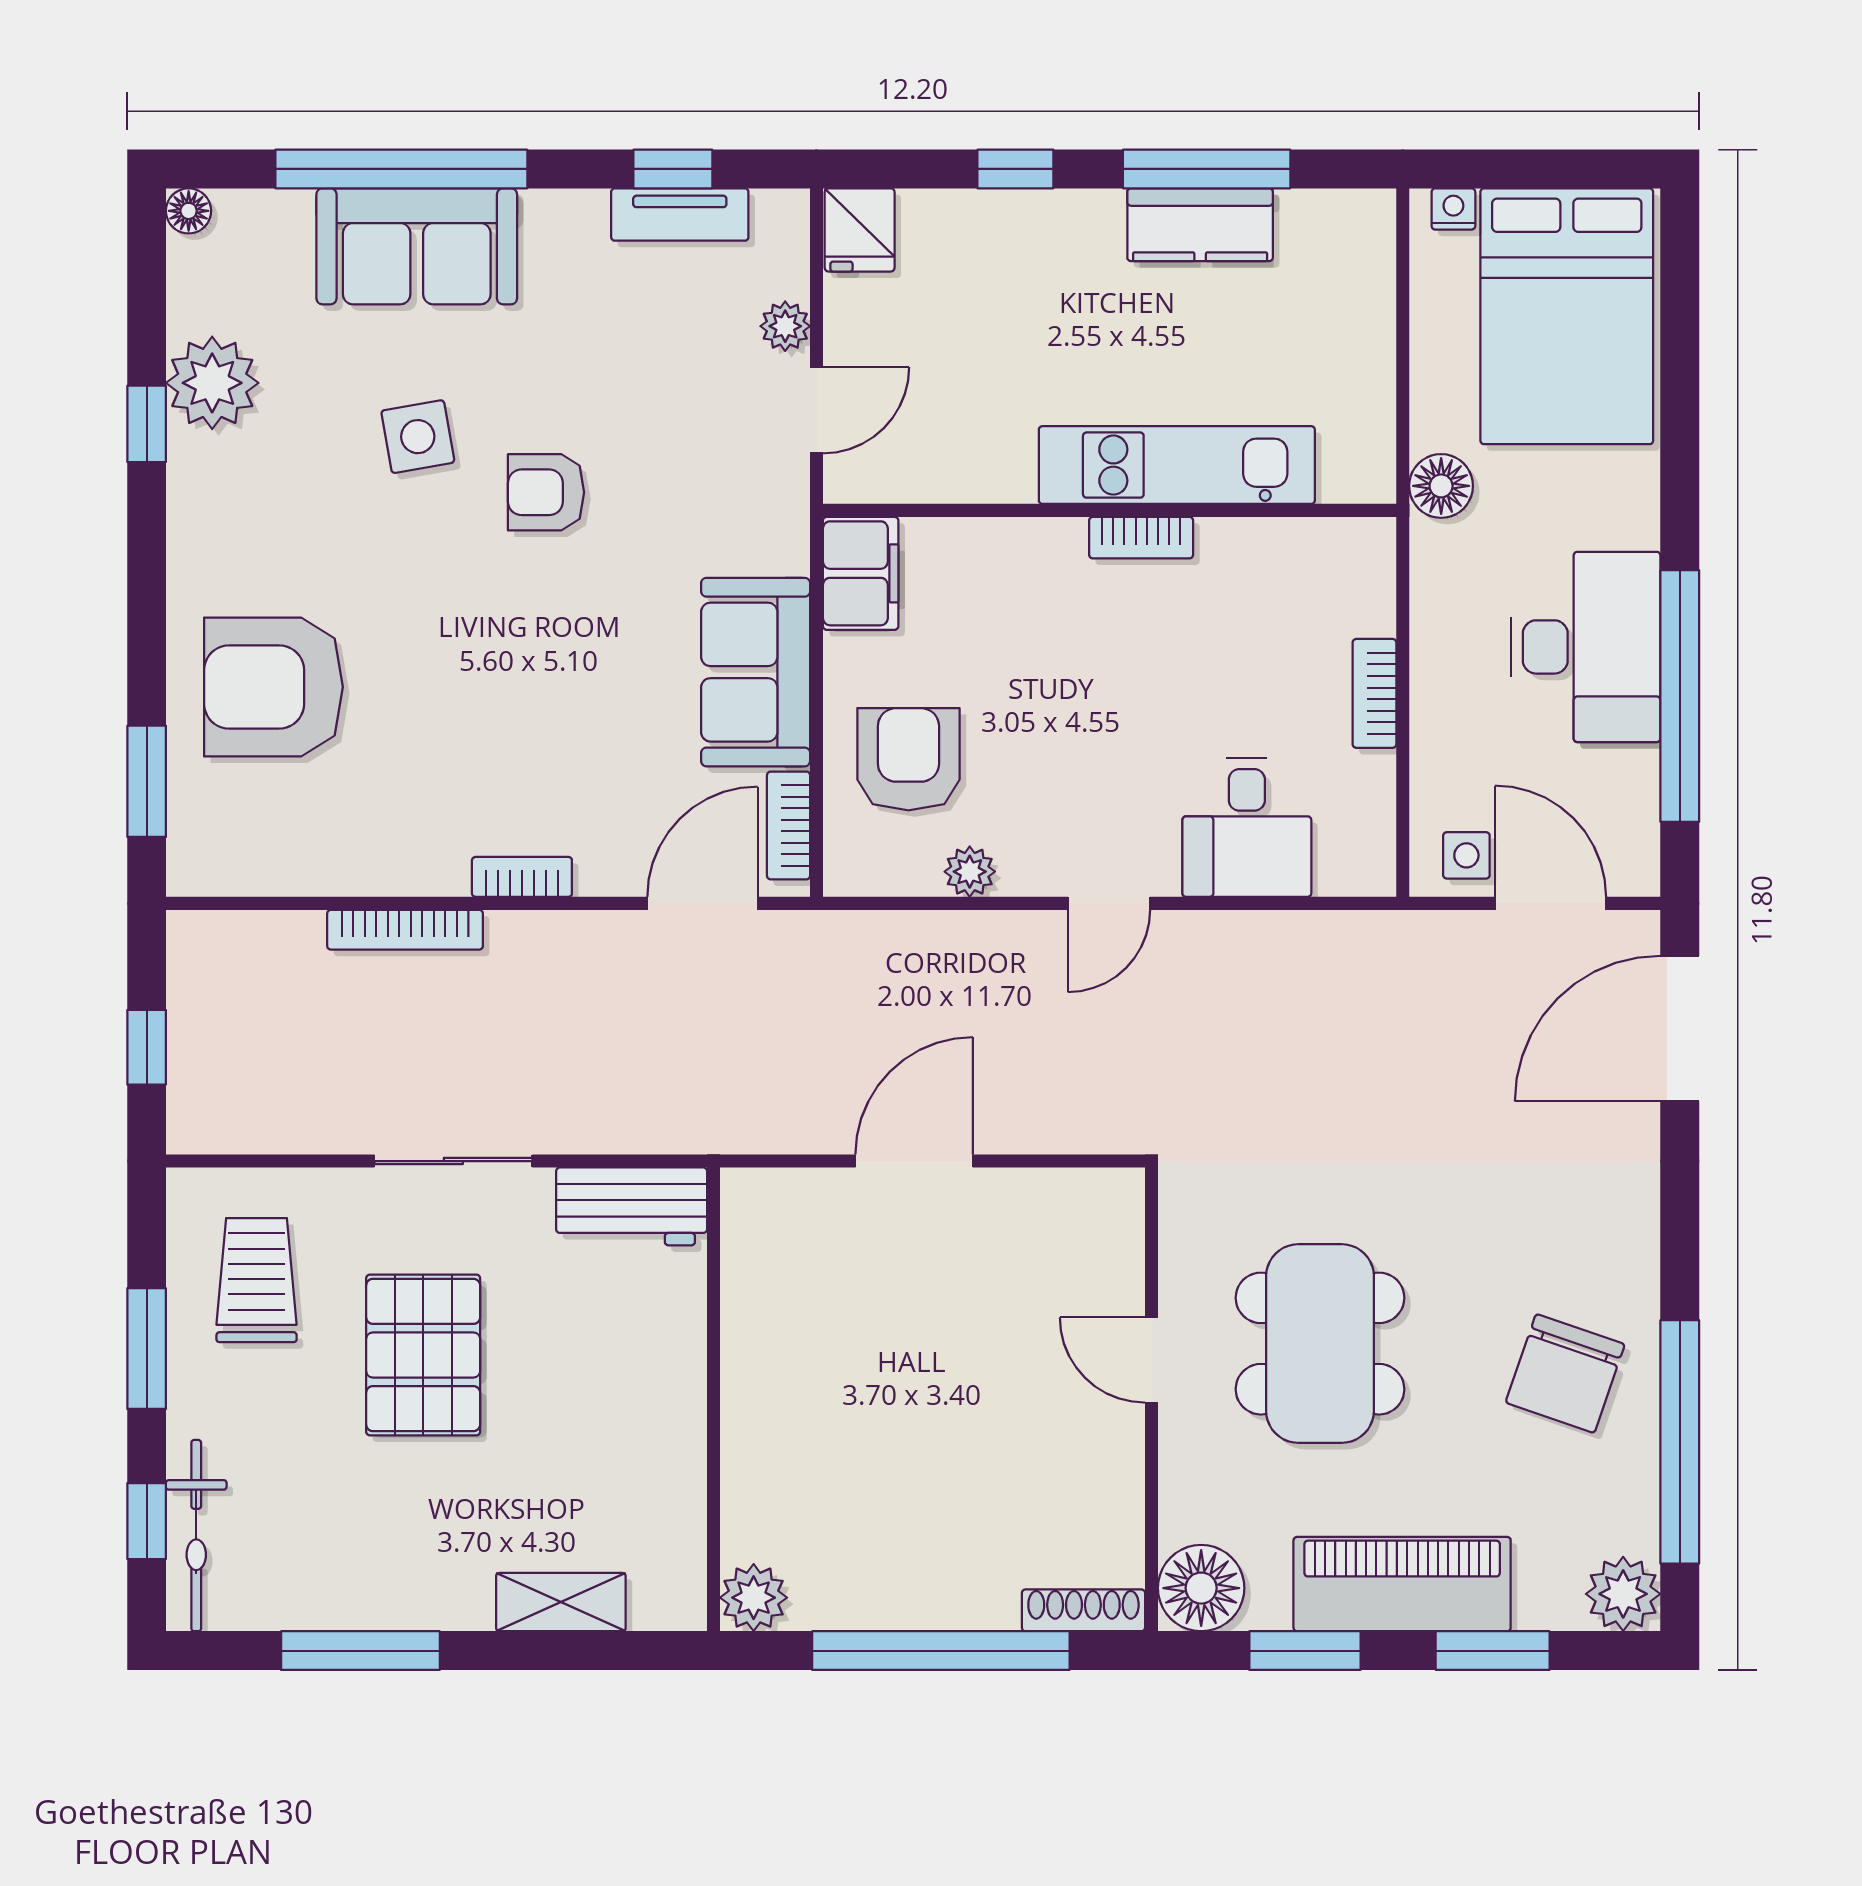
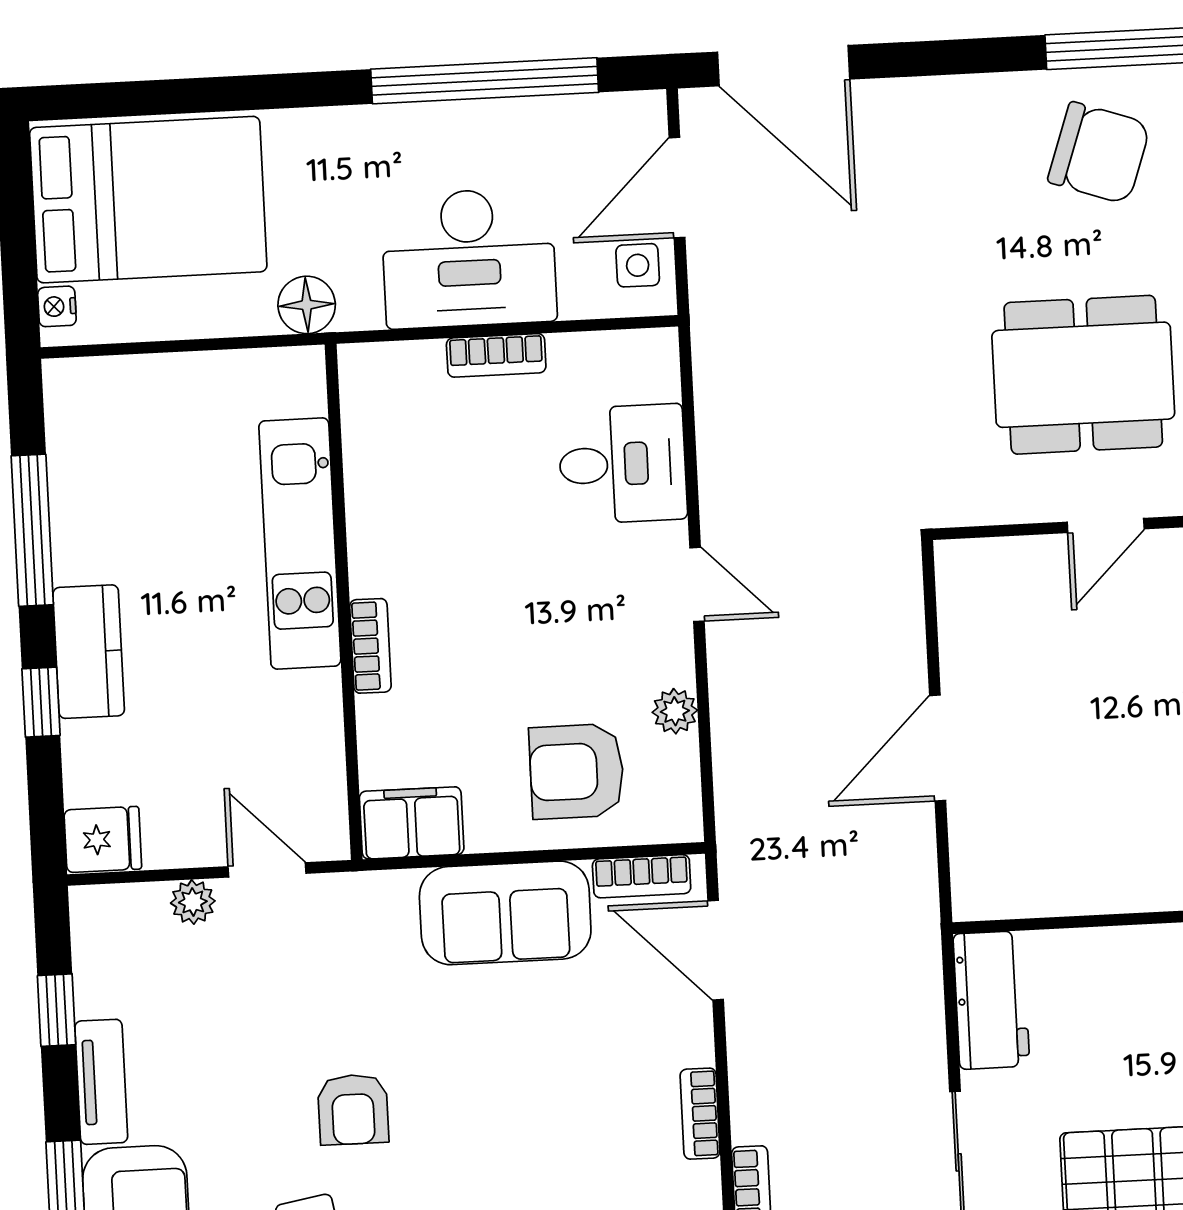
tv unit: (680, 215) -> (101, 1082), moved
kitchen counter: (1200, 225) -> (89, 652), moved
bookcase: (1141, 538) -> (370, 646), moved
desk: (1586, 647) -> (469, 258), moved, turned 180
door: (914, 1161) -> (938, 748), hinge flipped

